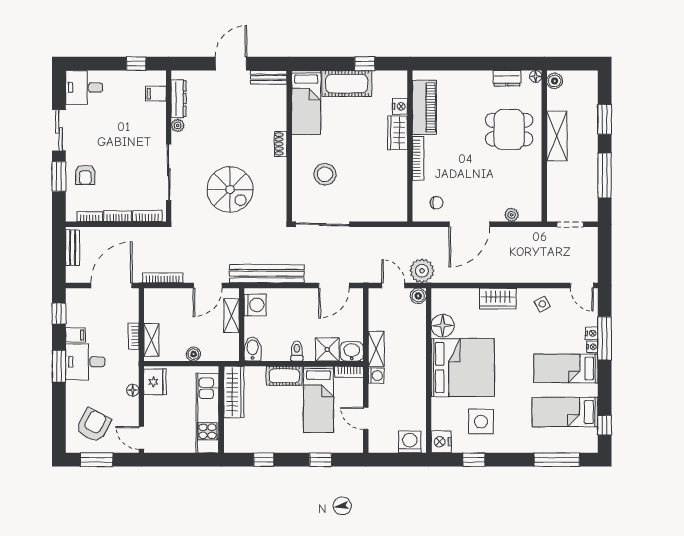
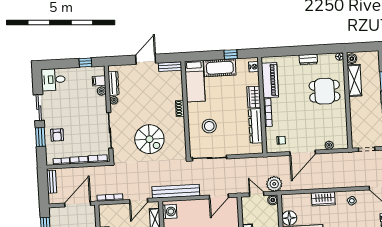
dresser: (507, 78) -> (308, 59), moved
nightstand: (400, 106) -> (254, 67), moved
plant: (159, 110) -> (101, 91), added
shelving: (557, 136) -> (354, 80), moved
dresser: (398, 178) -> (256, 126), added

